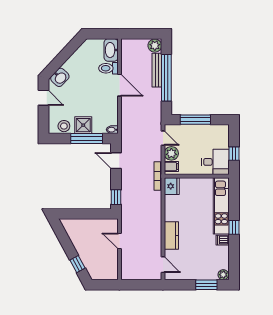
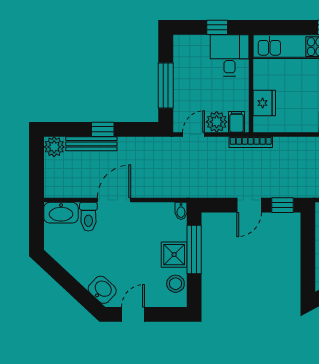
window: (166, 78) -> (103, 129), width x0.32
door: (116, 161) -> (249, 205), moved
fridge: (172, 186) -> (264, 103), moved, turned 90

